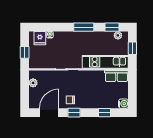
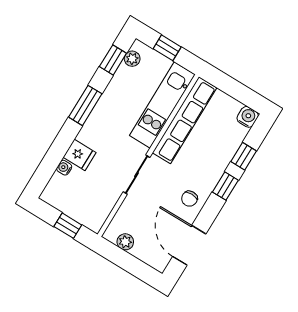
fridge: (40, 38) -> (79, 155), moved
row of seats: (116, 76) -> (185, 120), width x2.02
window: (74, 113) -> (225, 186), moved

